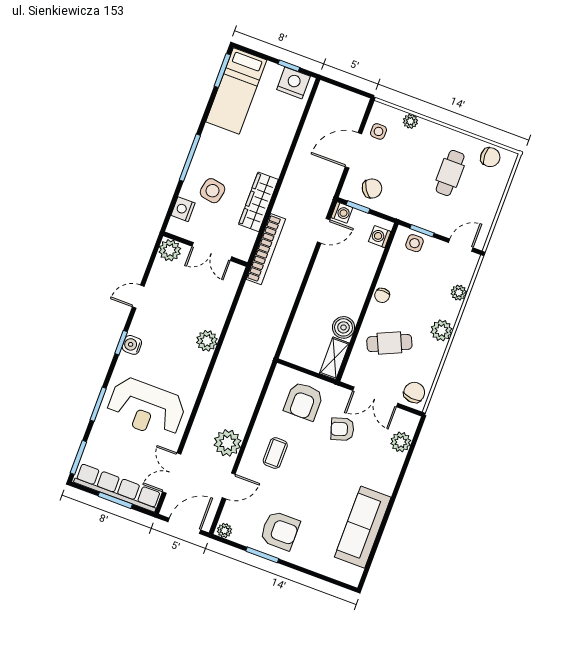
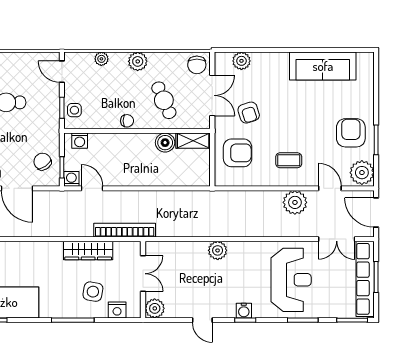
chair: (414, 392) -> (197, 65), turned -96
plant: (225, 530) -> (362, 173), width x1.88, depth x1.88

